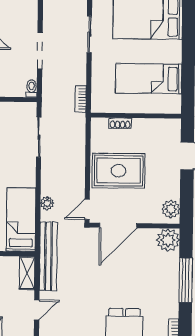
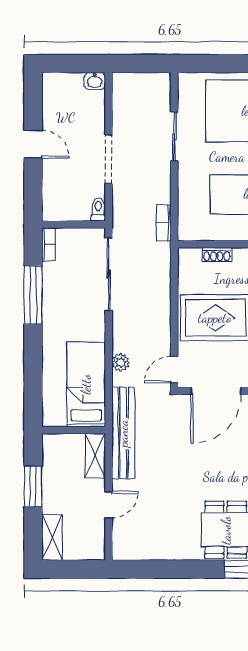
sliding door: (39, 137) -> (109, 274), width x1.37

